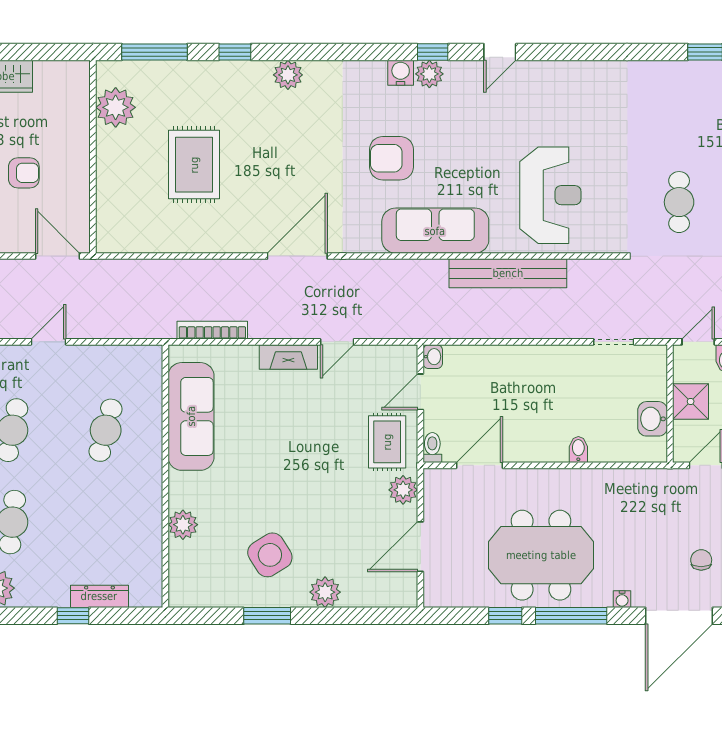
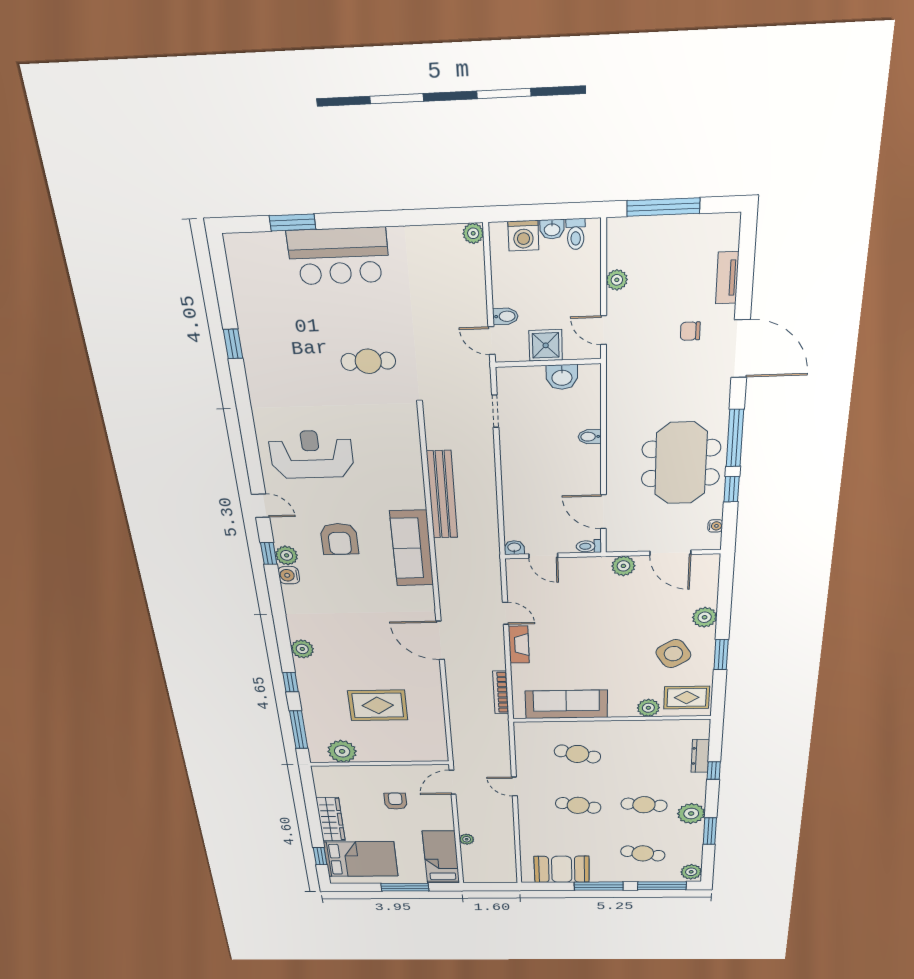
armchair: (391, 158) -> (339, 539), moved
reception desk: (550, 195) -> (311, 454), moved
rug: (387, 442) -> (687, 698), moved
water cooler: (622, 599) -> (715, 526), moved

